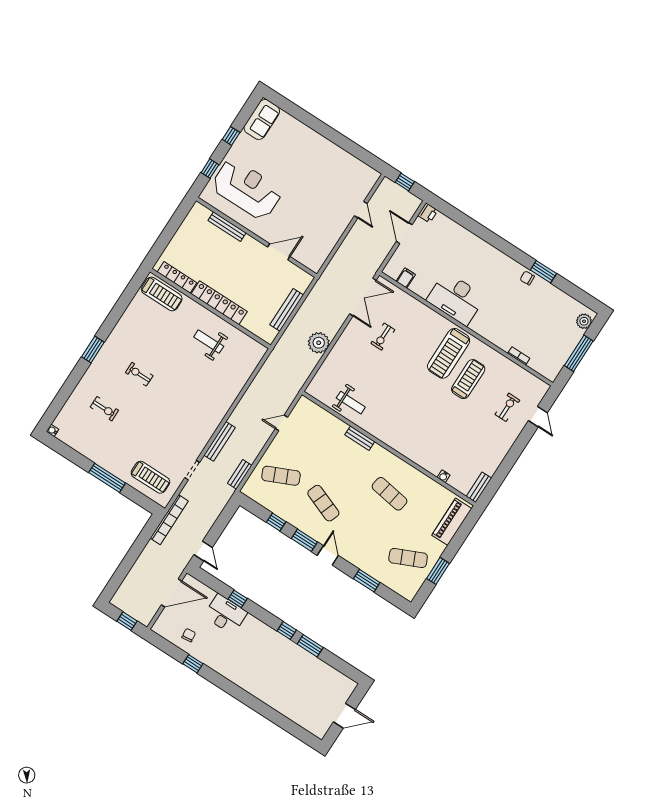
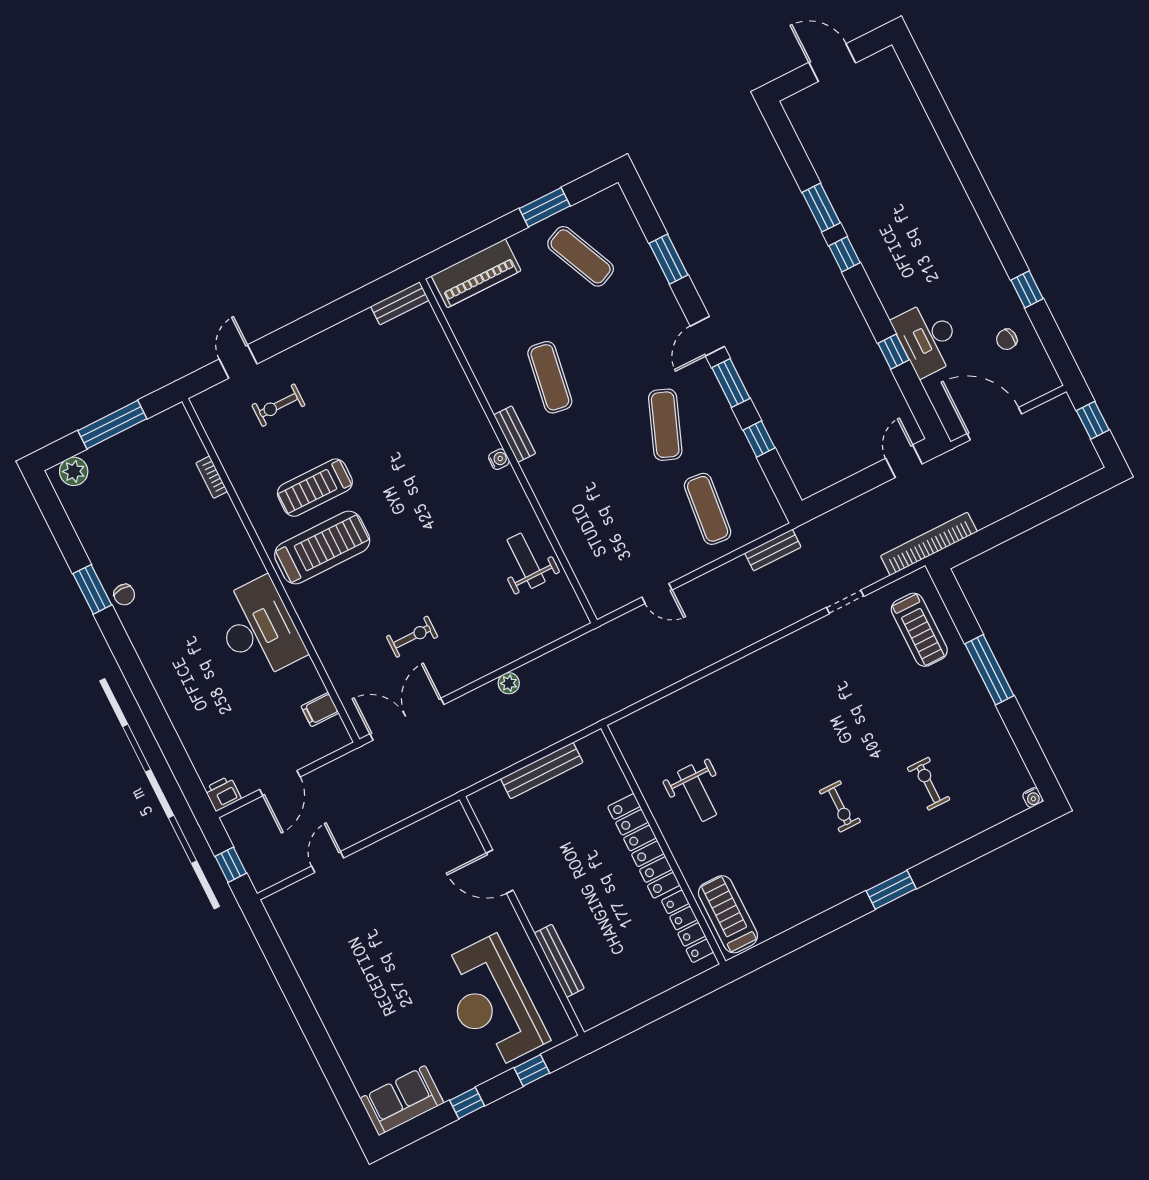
plant: (319, 343) -> (509, 683), width x0.53, depth x0.53
bench: (360, 438) -> (515, 434), moved
bench: (220, 441) -> (774, 622), removed
exercise mat: (281, 476) -> (708, 509), turned 30
water cooler: (444, 476) -> (499, 459), moved
treadmill: (150, 477) -> (919, 630), turned 180

